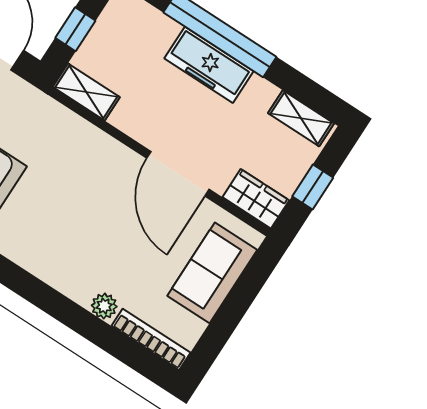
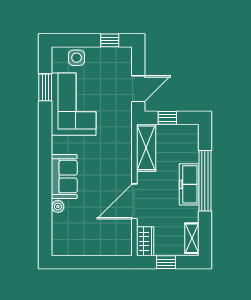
shelving: (86, 92) -> (146, 148), width x1.50, depth x1.33
sofa: (212, 273) -> (64, 177), moved, turned 90
bookcase: (151, 339) -> (57, 235), removed

